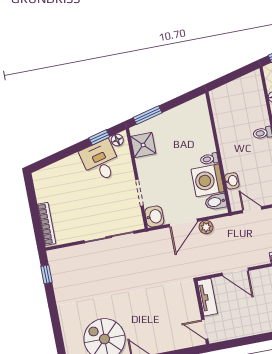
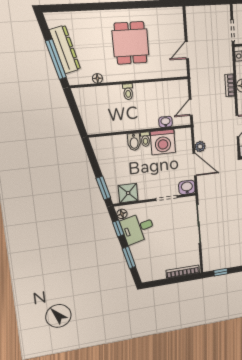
window: (63, 154) -> (129, 257), added
bidet: (216, 202) -> (134, 142), moved

